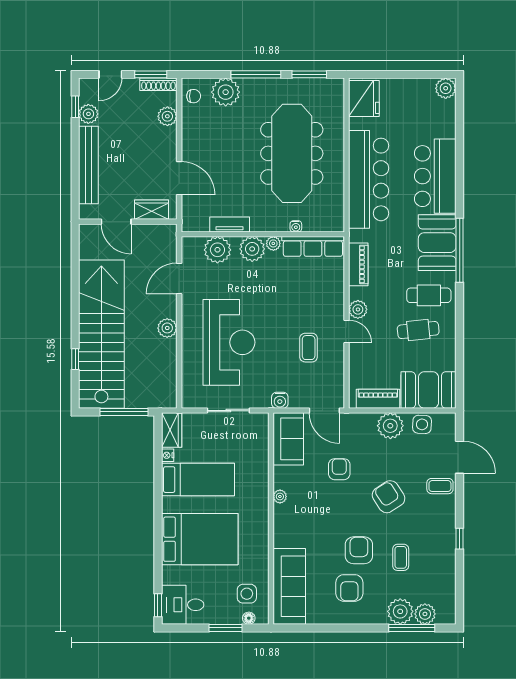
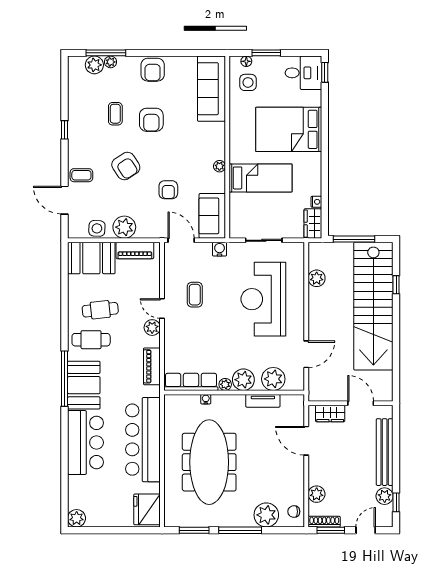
plant: (167, 328) -> (317, 278), moved
bed: (198, 480) -> (260, 178), moved, turned 180
armchair: (349, 588) -> (153, 70), moved, turned 180
plant: (400, 611) -> (111, 62), width x0.53, depth x0.53

